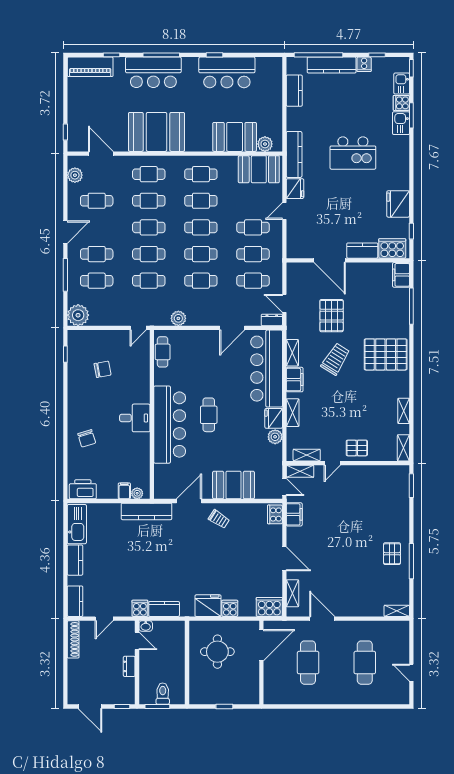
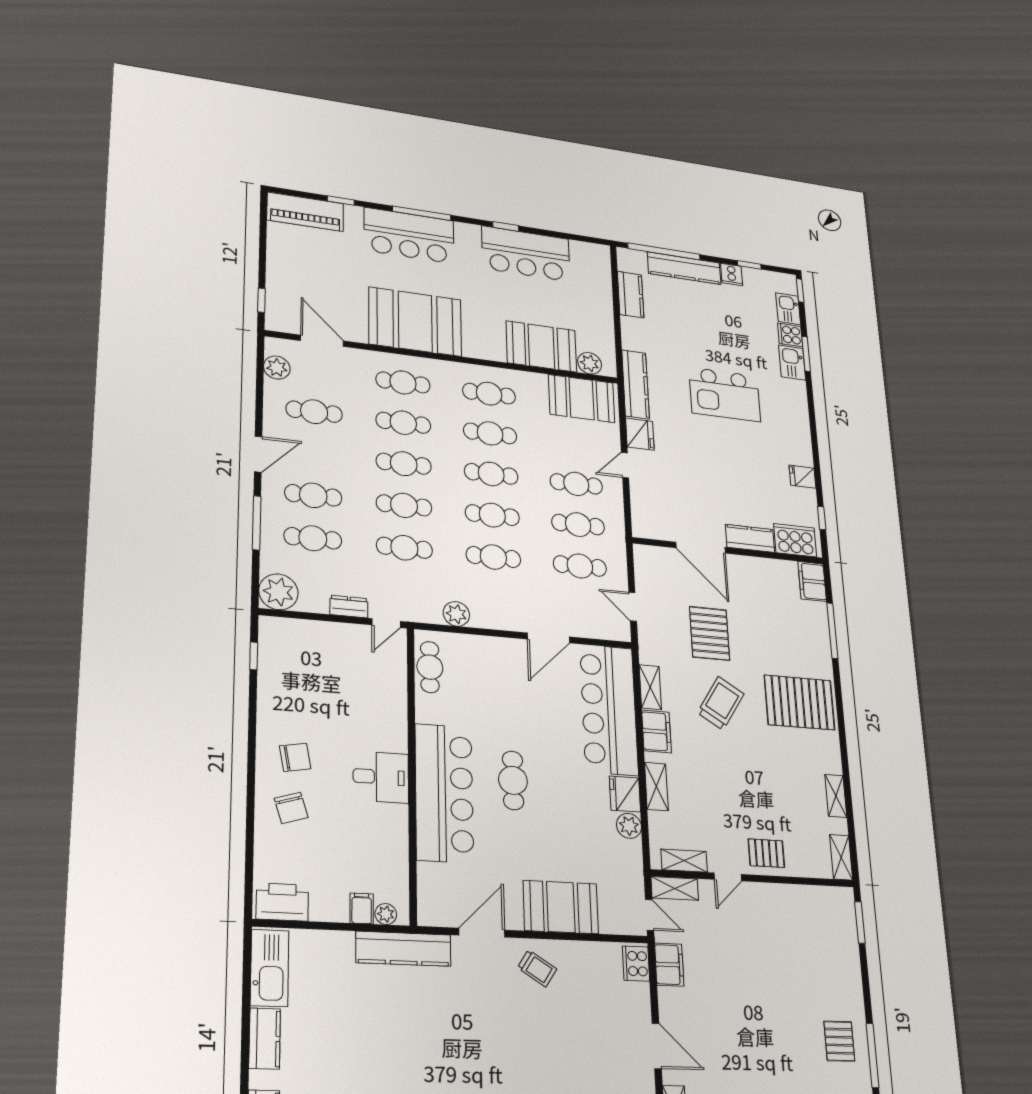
fridge: (398, 204) -> (802, 477), width x0.53, depth x0.75
dresser: (272, 320) -> (349, 607), moved
chair: (103, 369) -> (295, 757), moved

